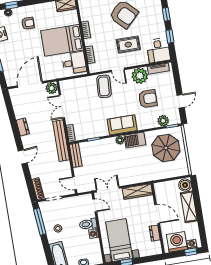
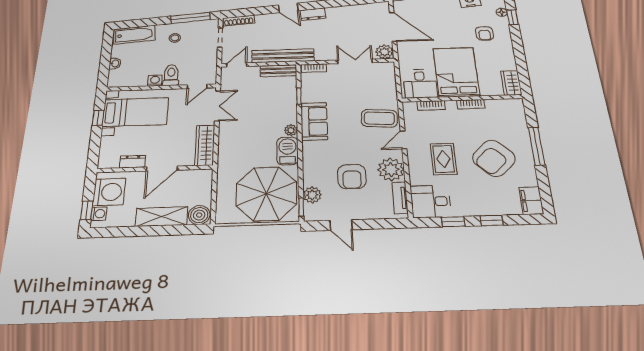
sofa: (122, 125) -> (314, 121), moved
dresser: (23, 127) -> (313, 14), moved
bench: (61, 141) -> (283, 56), moved
parasol: (166, 148) -> (266, 194), width x1.36, depth x1.36

